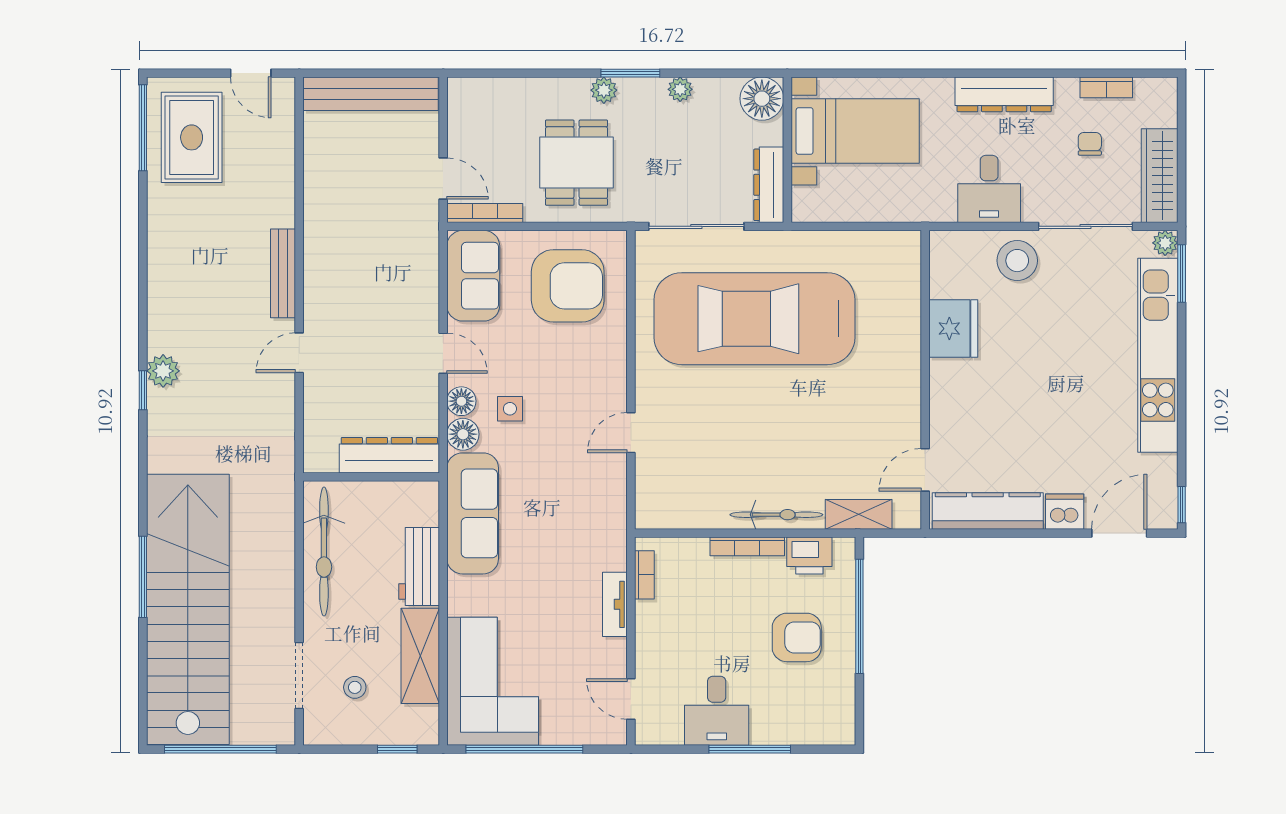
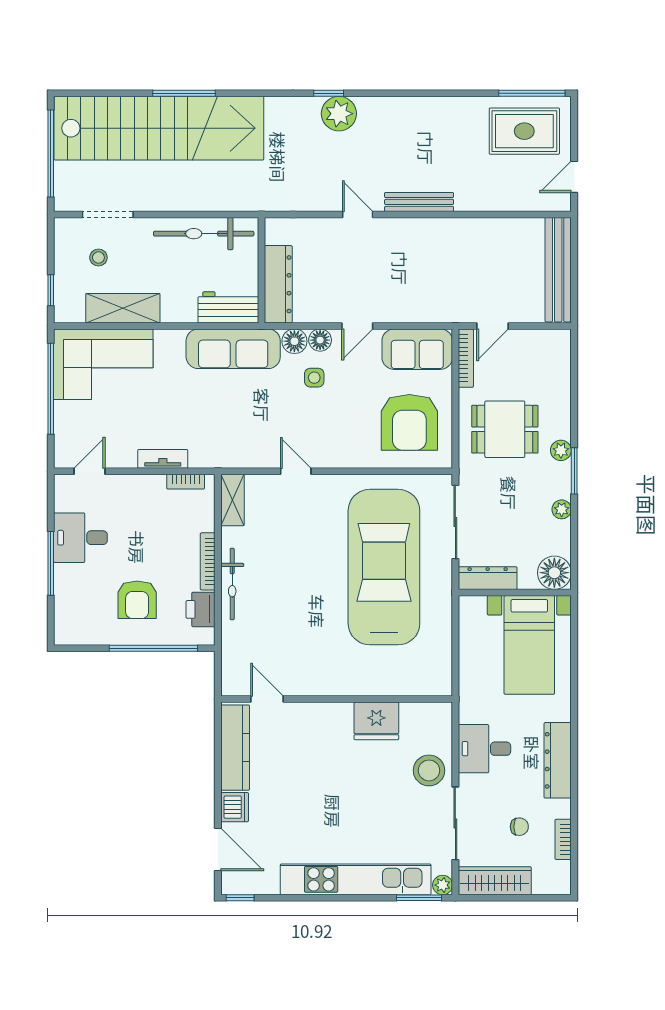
plant: (163, 371) -> (339, 114), width x1.36, depth x1.36
shelving: (859, 514) -> (232, 500), moved
workbench: (419, 566) -> (228, 307), moved

